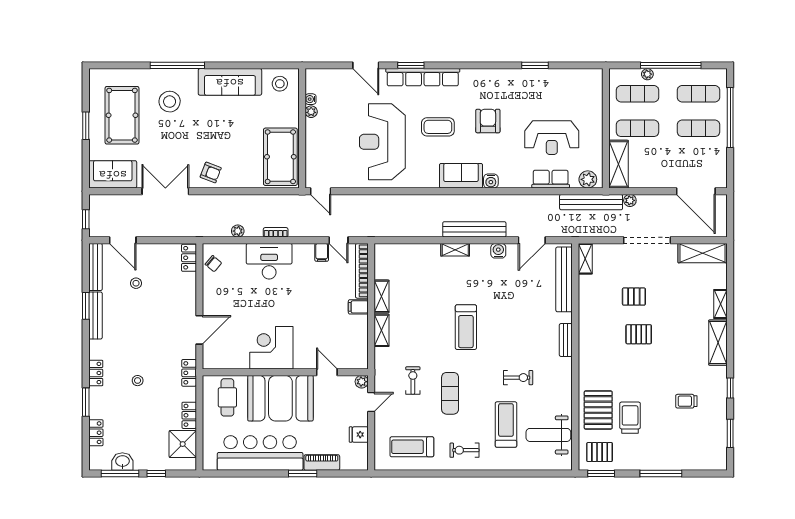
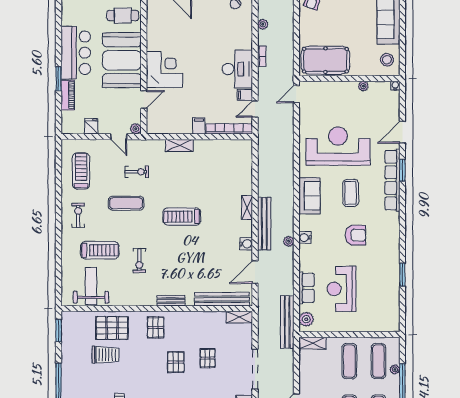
water cooler: (311, 99) -> (395, 86), moved
shelving: (619, 164) -> (312, 343), width x0.67, depth x0.75
sofa: (461, 176) -> (309, 196), moved
plant: (630, 200) -> (289, 241), moved
door: (532, 240) -> (255, 272), hinge flipped
desk: (269, 261) -> (237, 69), moved
shelving: (382, 296) -> (208, 145), removed
corner desk: (271, 348) -> (164, 70), moved
pallet: (600, 452) -> (156, 327), moved
bar counter: (260, 453) -> (76, 53), width x0.73

